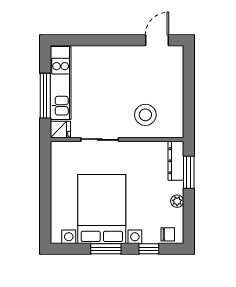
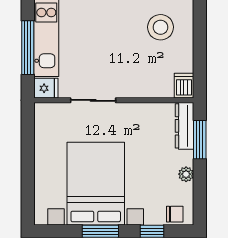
stool: (145, 115) -> (161, 27), moved
dishwasher: (175, 127) -> (184, 86), added

